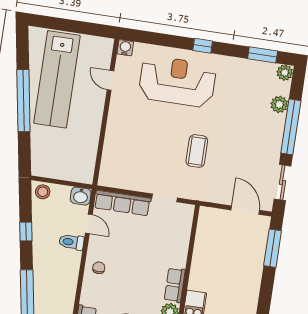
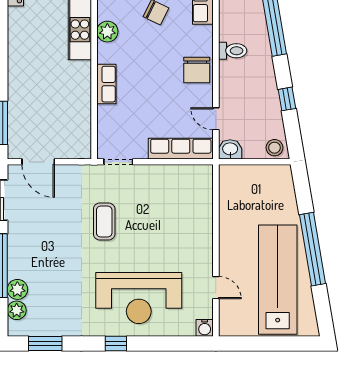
plant: (285, 73) -> (17, 310), moved
doorway: (165, 198) -> (118, 162), moved
toilet: (71, 242) -> (233, 51), moved
chair: (99, 268) -> (197, 70), width x1.87, depth x1.87
row of seats: (175, 285) -> (106, 84), moved

